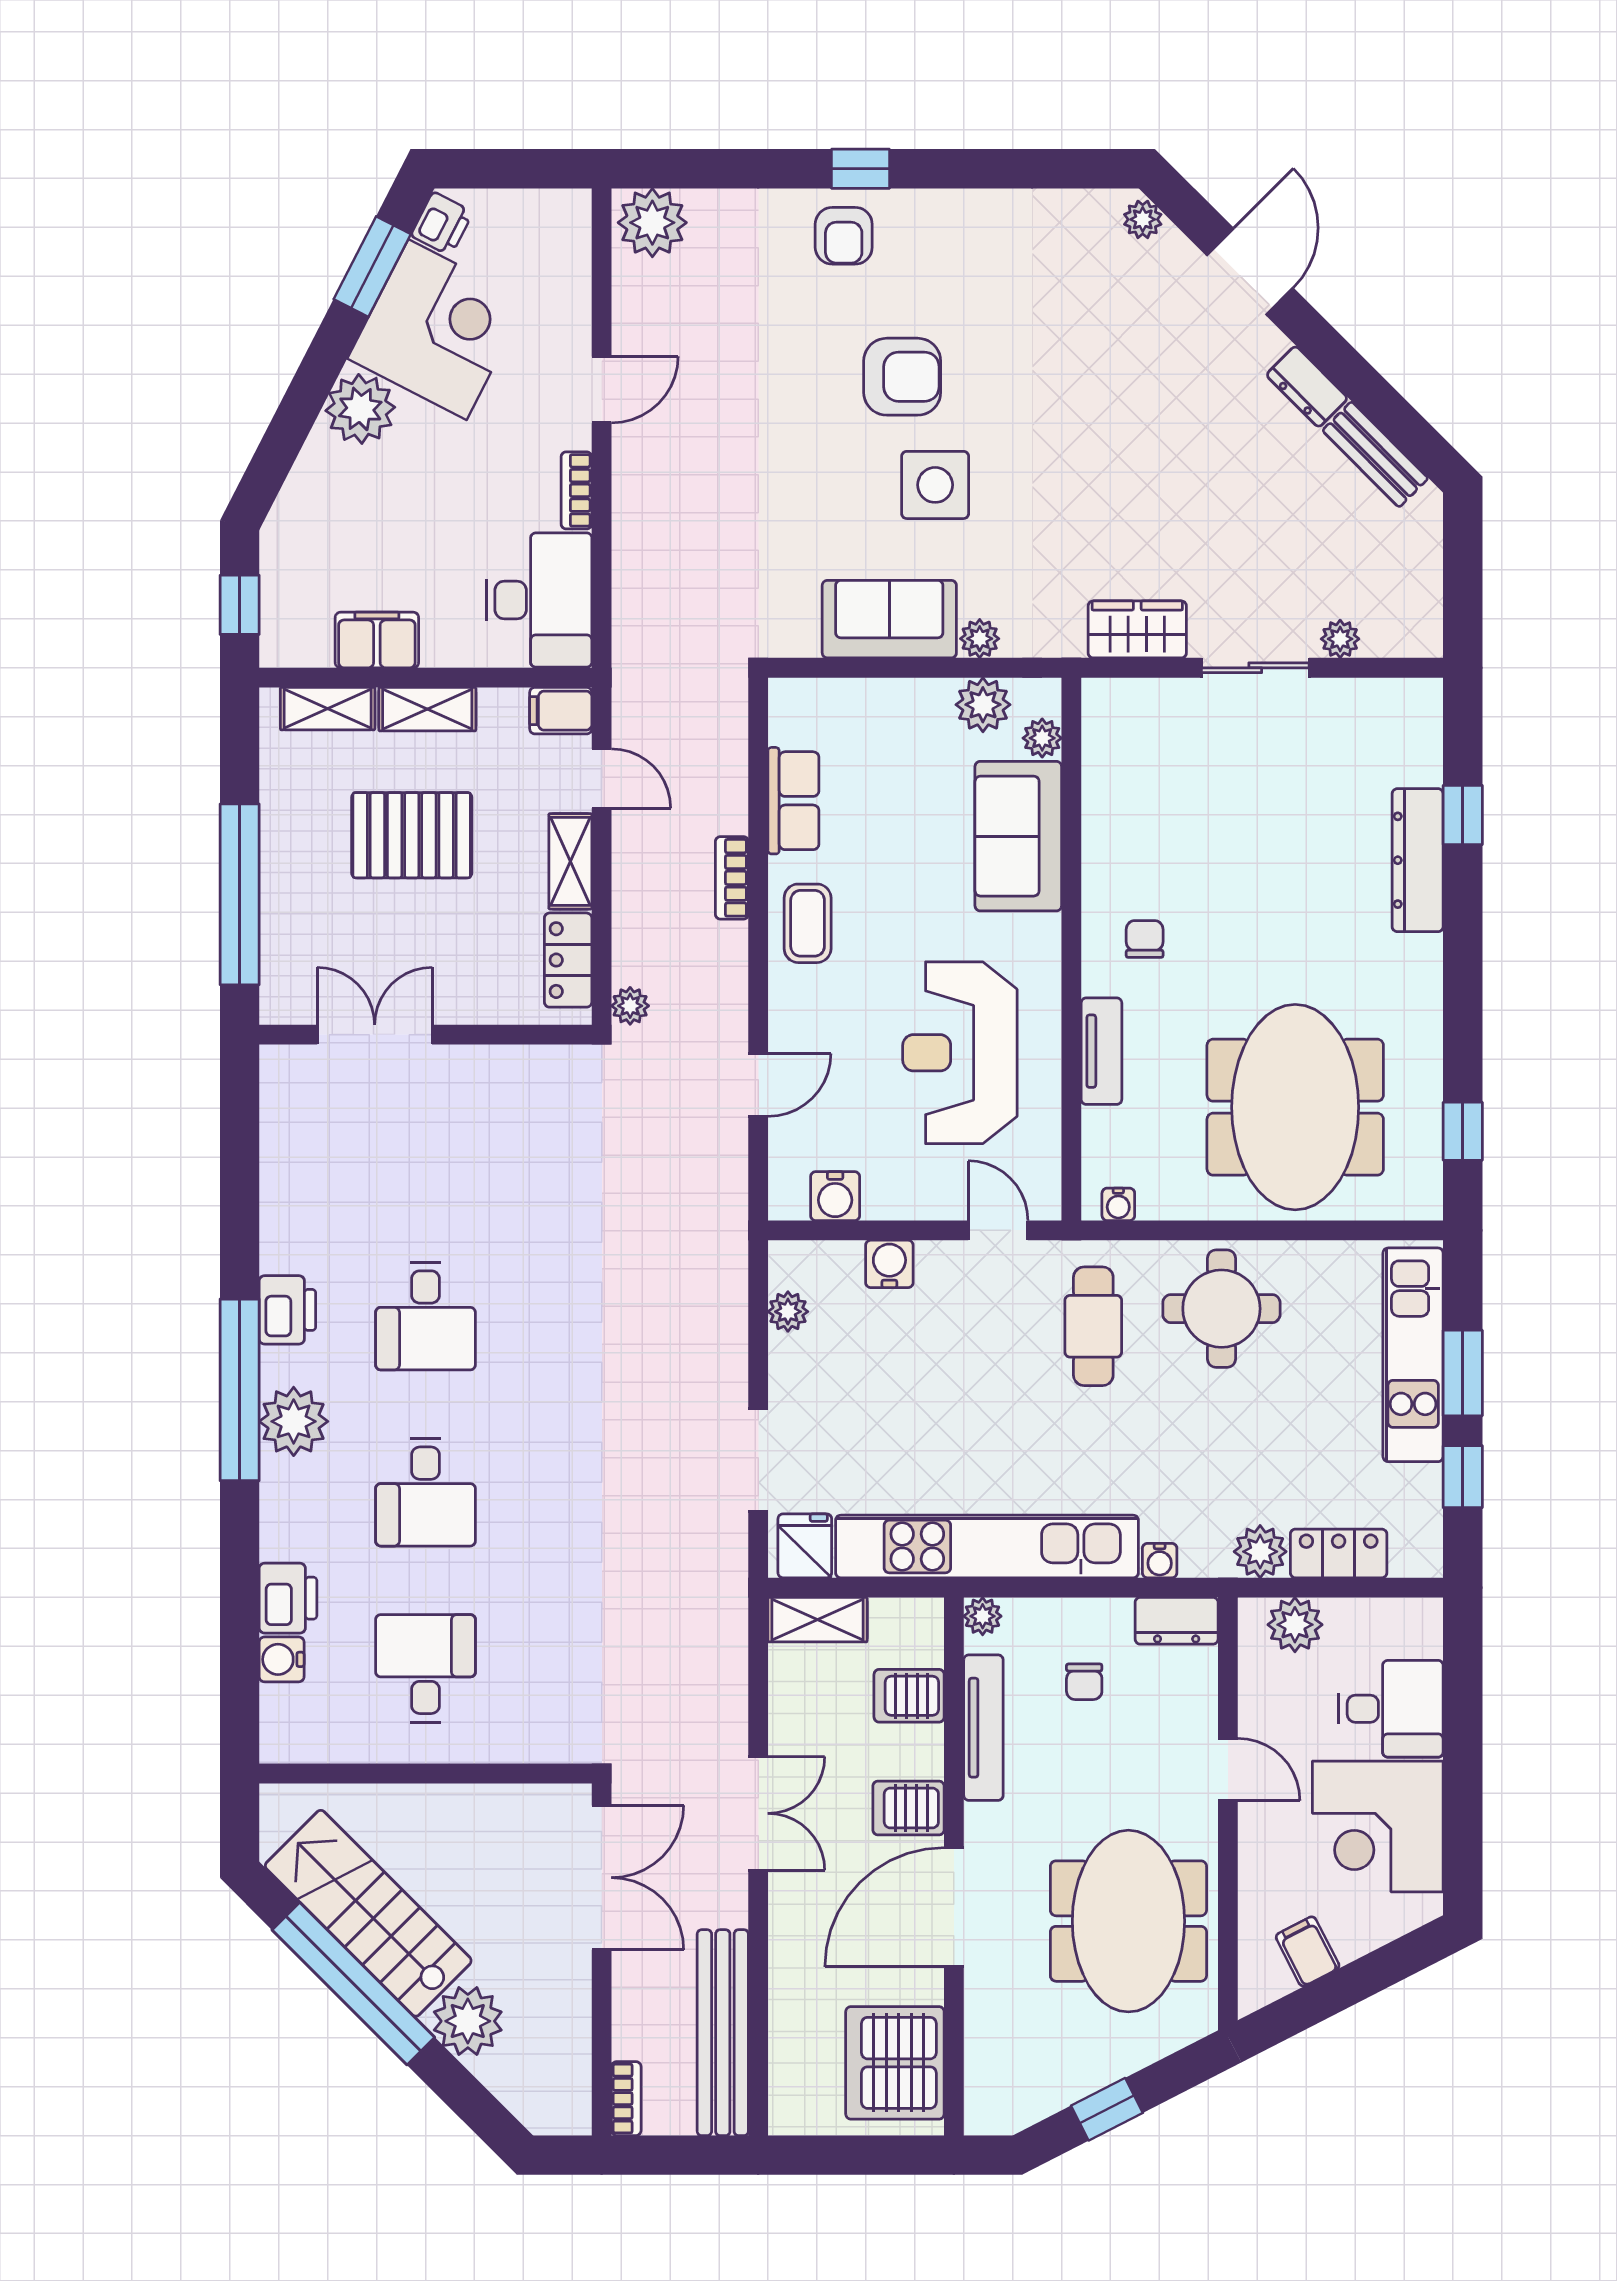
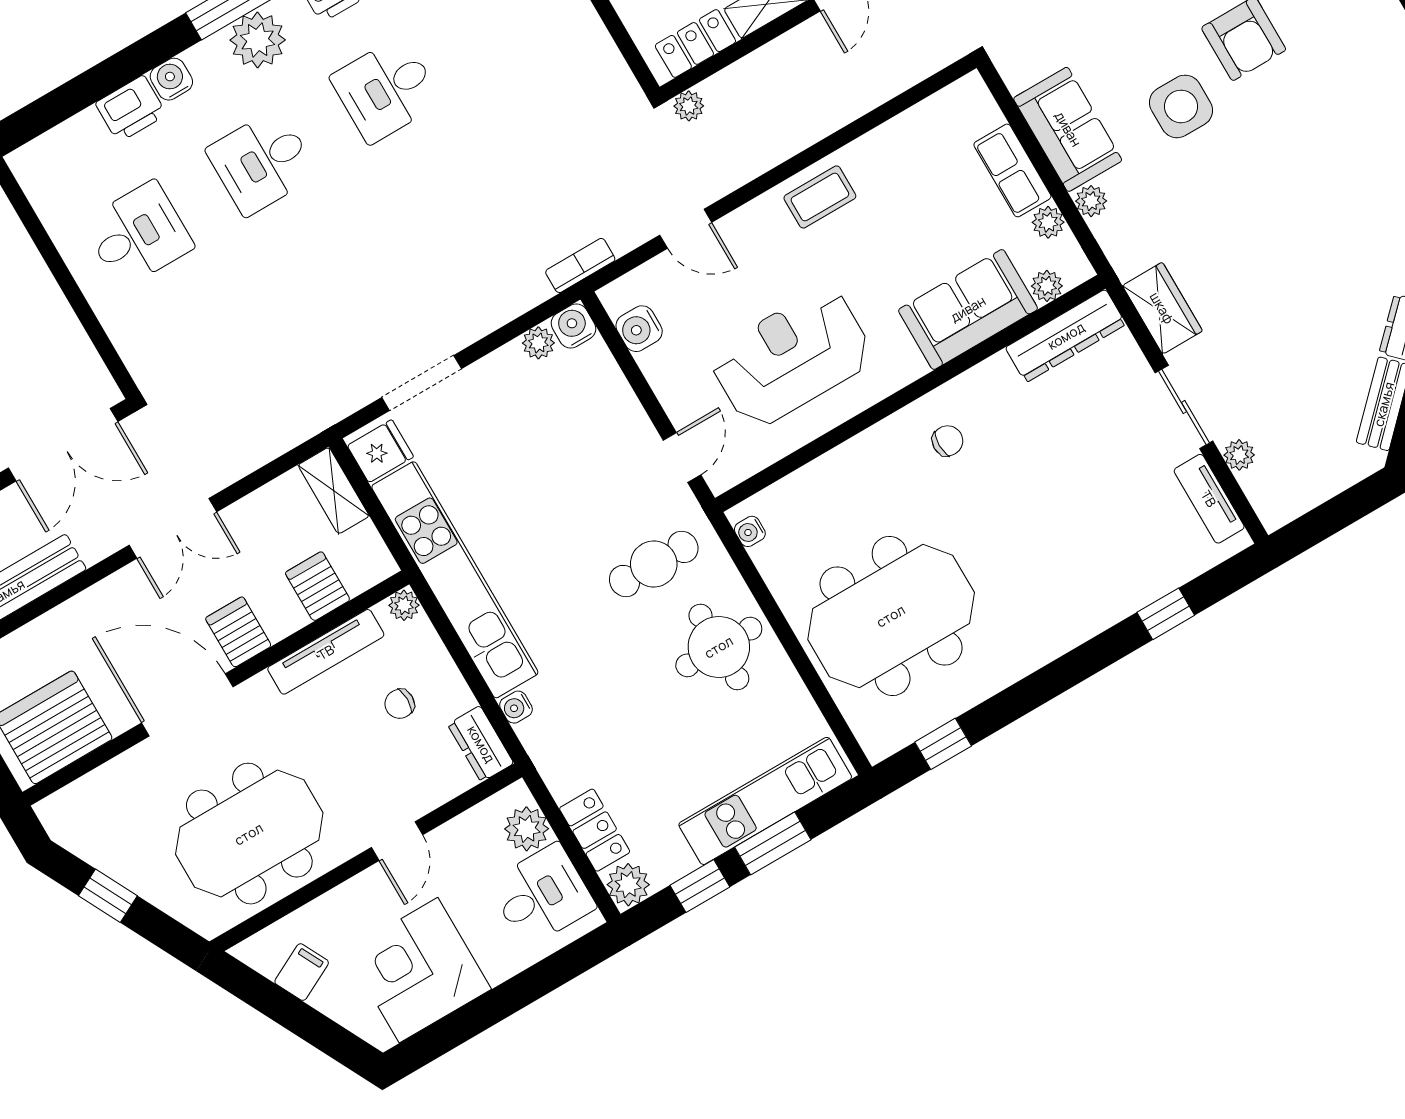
plant: (983, 705) -> (1048, 222), width x0.73, depth x0.73
row of seats: (793, 801) -> (1012, 170), moved, turned 90
dresser: (1418, 860) -> (1066, 336), moved, turned 180
bookcase: (732, 878) -> (580, 265), moved
tv unit: (1101, 1051) -> (1209, 499), moved, turned 90
water cooler: (889, 1264) -> (573, 326), moved, turned -90
plant: (1260, 1552) -> (628, 885), moved
water cooler: (282, 1659) -> (171, 79), moved
desk: (1391, 1709) -> (542, 895), moved, turned -90

